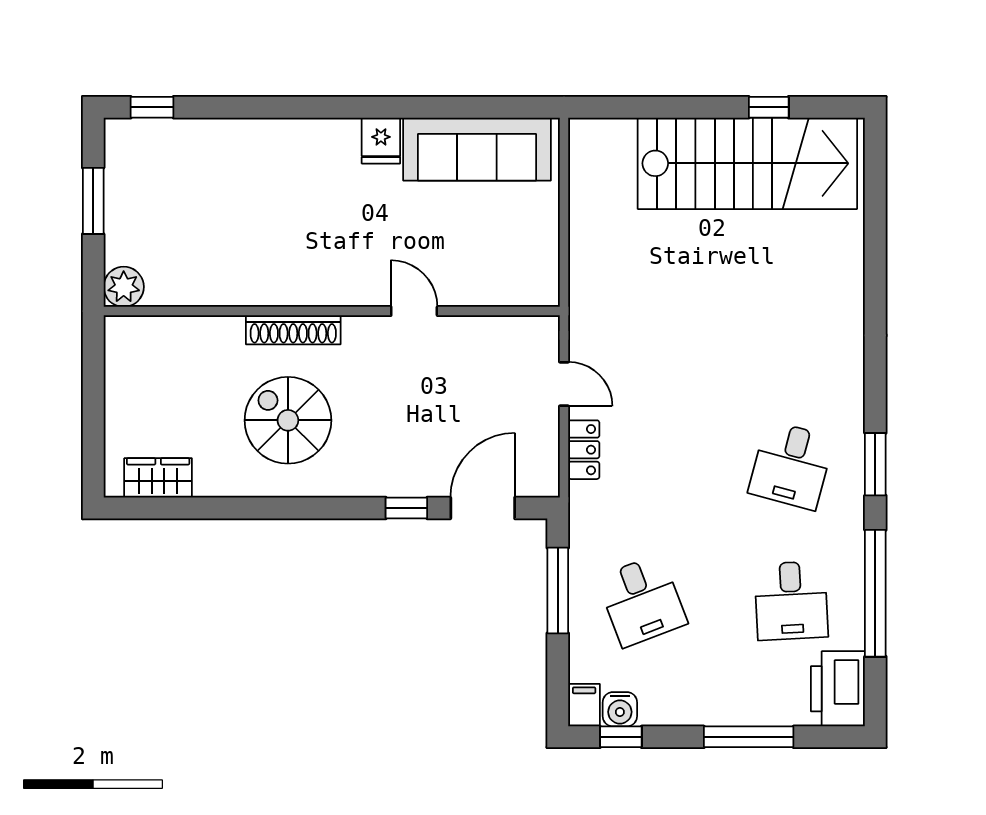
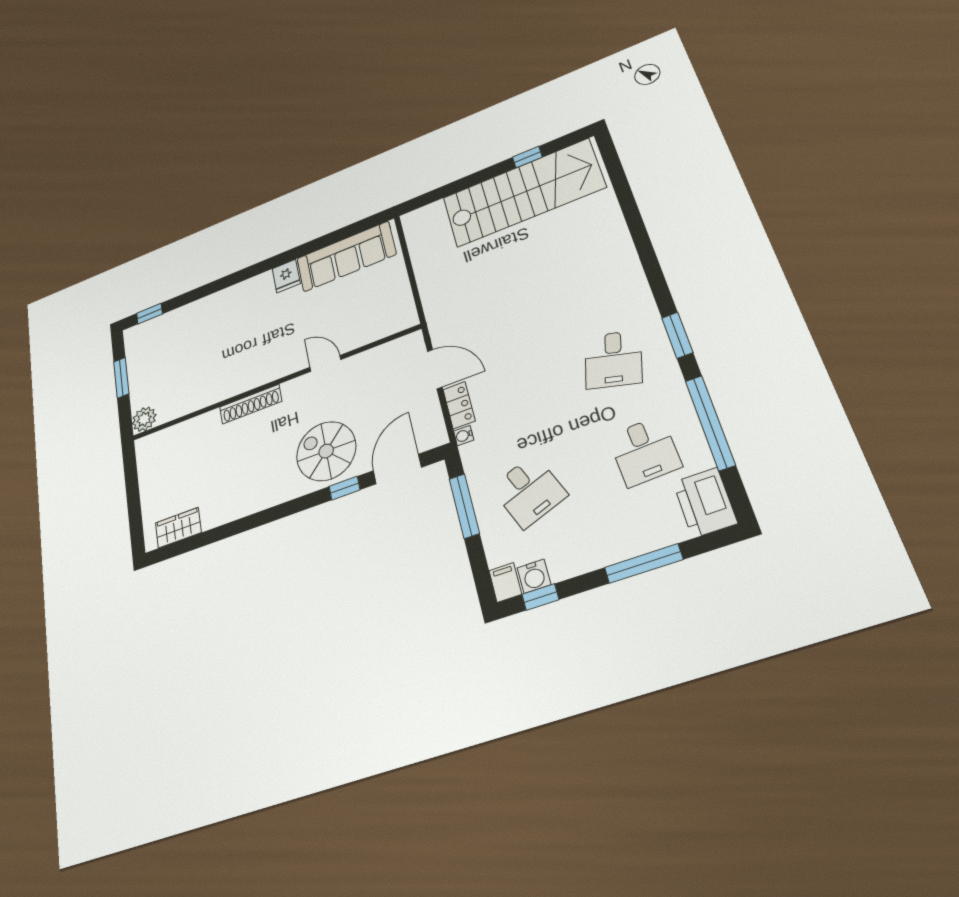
door: (564, 384) -> (435, 369), width x1.37
spiral stairs: (288, 420) -> (326, 451), moved
water cooler: (580, 495) -> (464, 436), added

